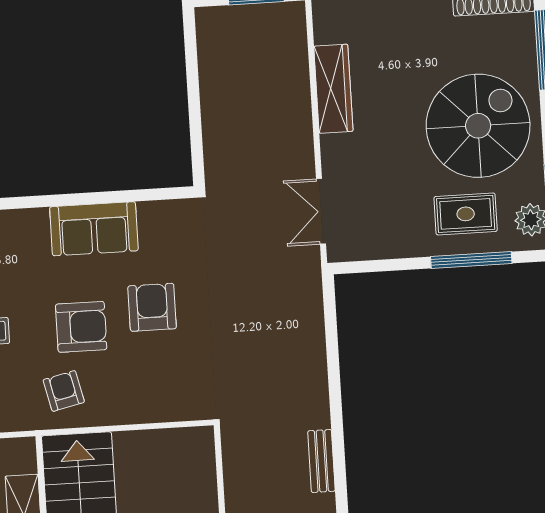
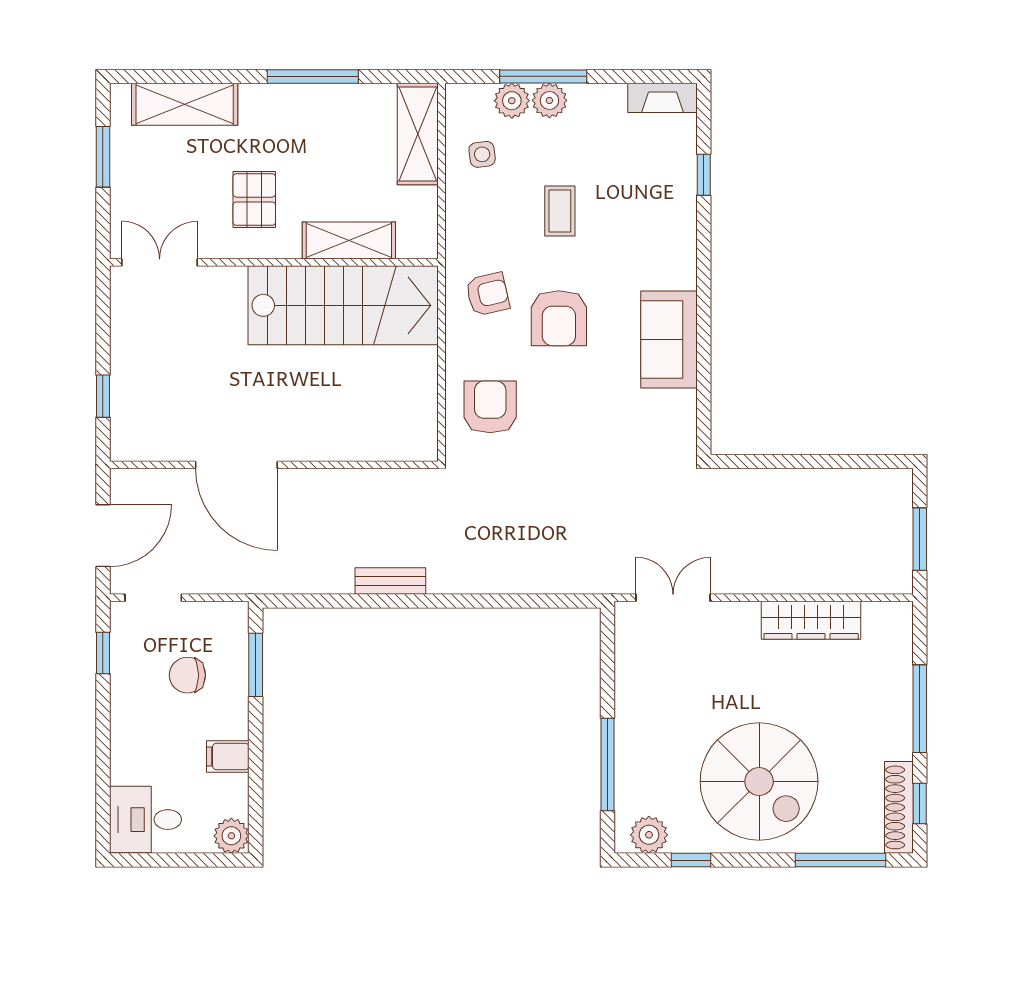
rug: (466, 214) -> (660, 761), removed
armchair: (152, 307) -> (490, 407), moved, turned -90

